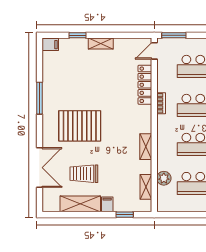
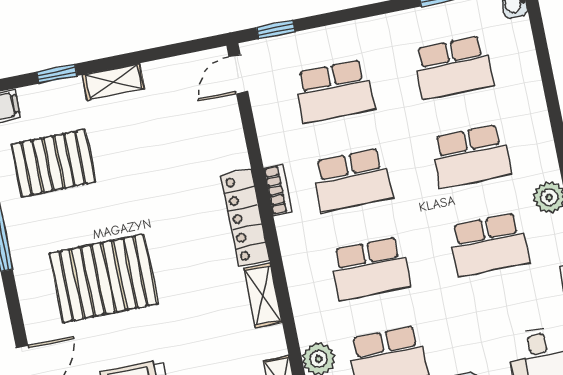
window: (174, 35) -> (276, 30), width x0.67
pallet: (68, 73) -> (53, 163), added
locker: (145, 85) -> (245, 218), moved

